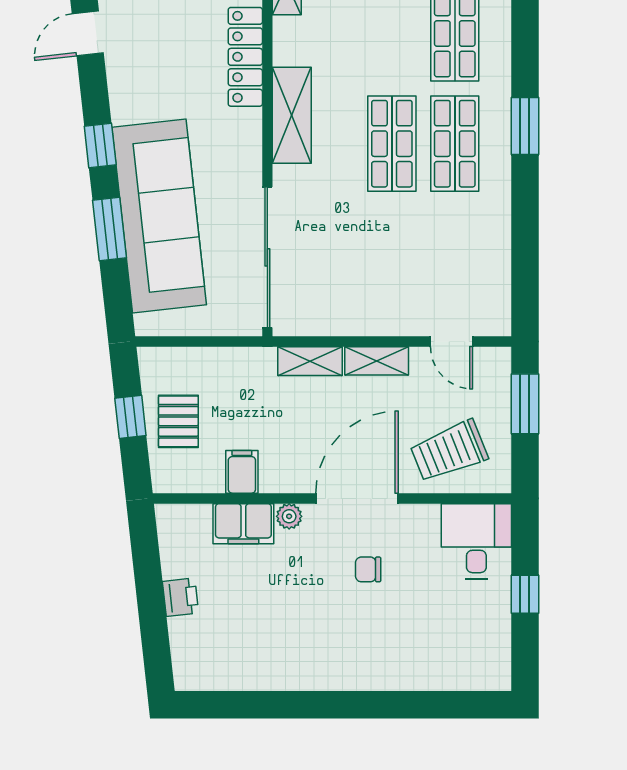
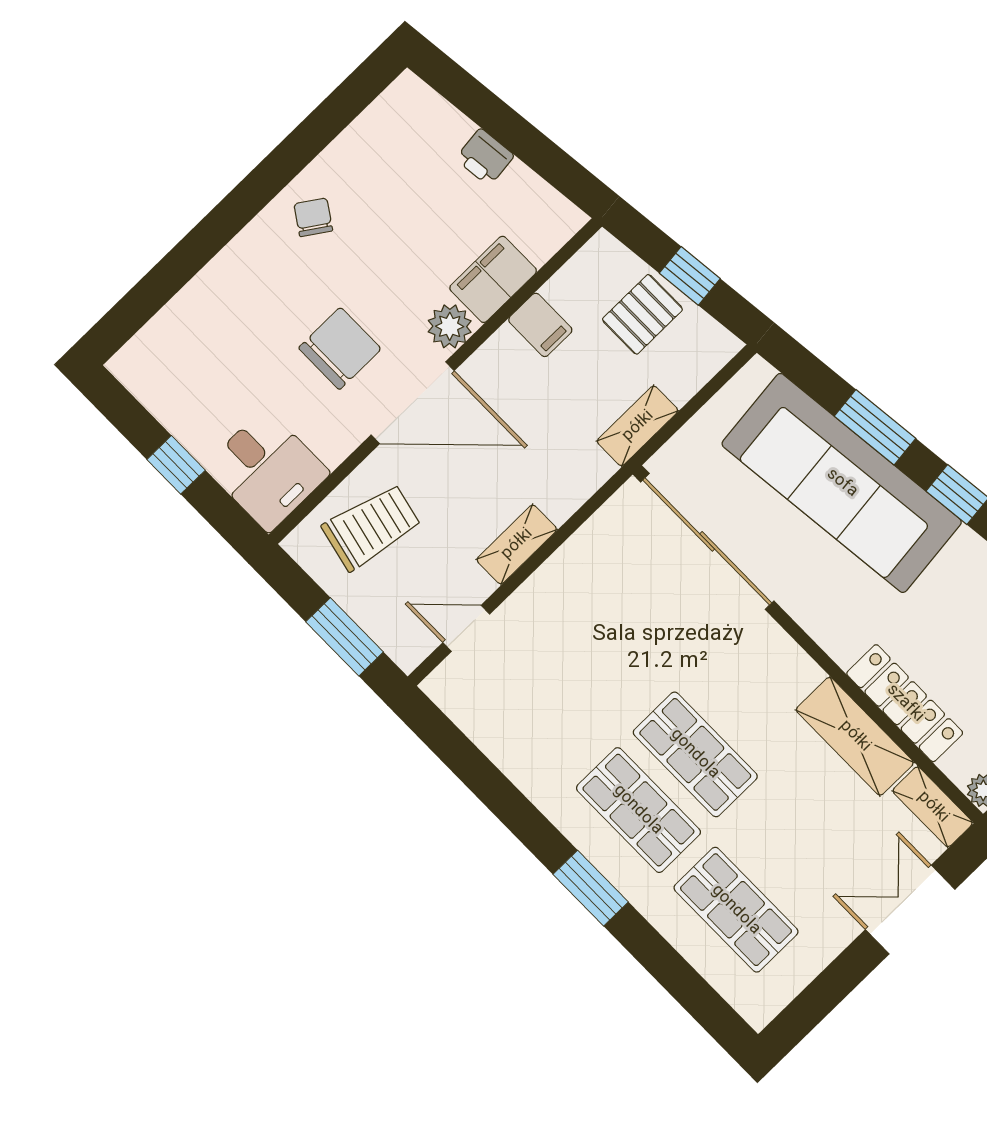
shelving: (292, 115) -> (855, 736), moved
shelving: (310, 361) -> (638, 426), moved
pallet: (178, 421) -> (642, 314), turned 90
trolley: (449, 451) -> (371, 527), turned 35
door: (357, 498) -> (413, 403), hinge flipped
plant: (289, 516) -> (450, 326), width x1.38, depth x1.38
chair: (368, 569) -> (340, 348), width x1.87, depth x1.87
chair: (311, 658) -> (313, 217), added

